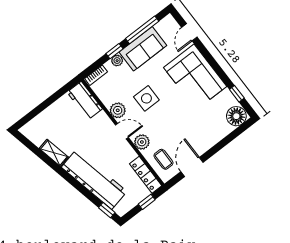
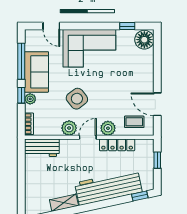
side table: (146, 98) -> (77, 99), turned -38
locker: (146, 175) -> (117, 145), moved

